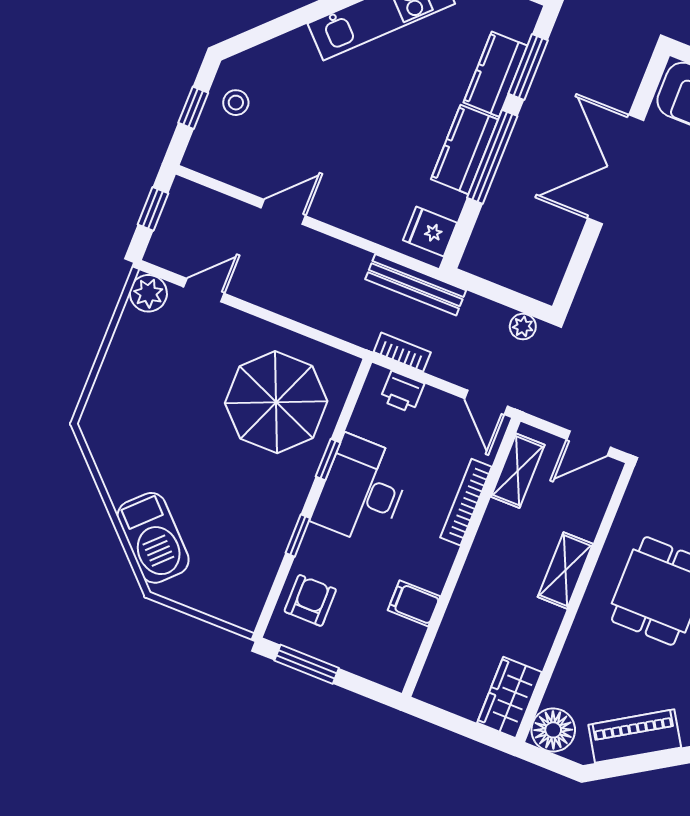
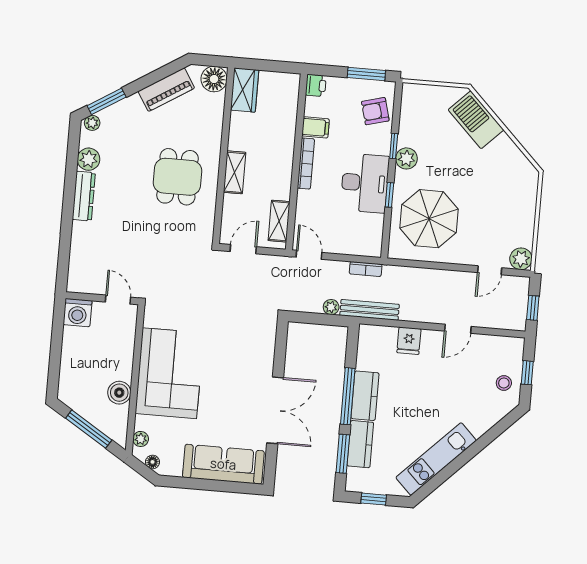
fridge: (430, 232) -> (409, 341), moved, turned 90
plant: (523, 327) -> (331, 307), moved
printer: (402, 392) -> (316, 85), moved, turned 90
bookcase: (466, 502) -> (306, 163), moved
plant: (283, 509) -> (406, 158), added
armchair: (310, 600) -> (375, 111), turned 75

